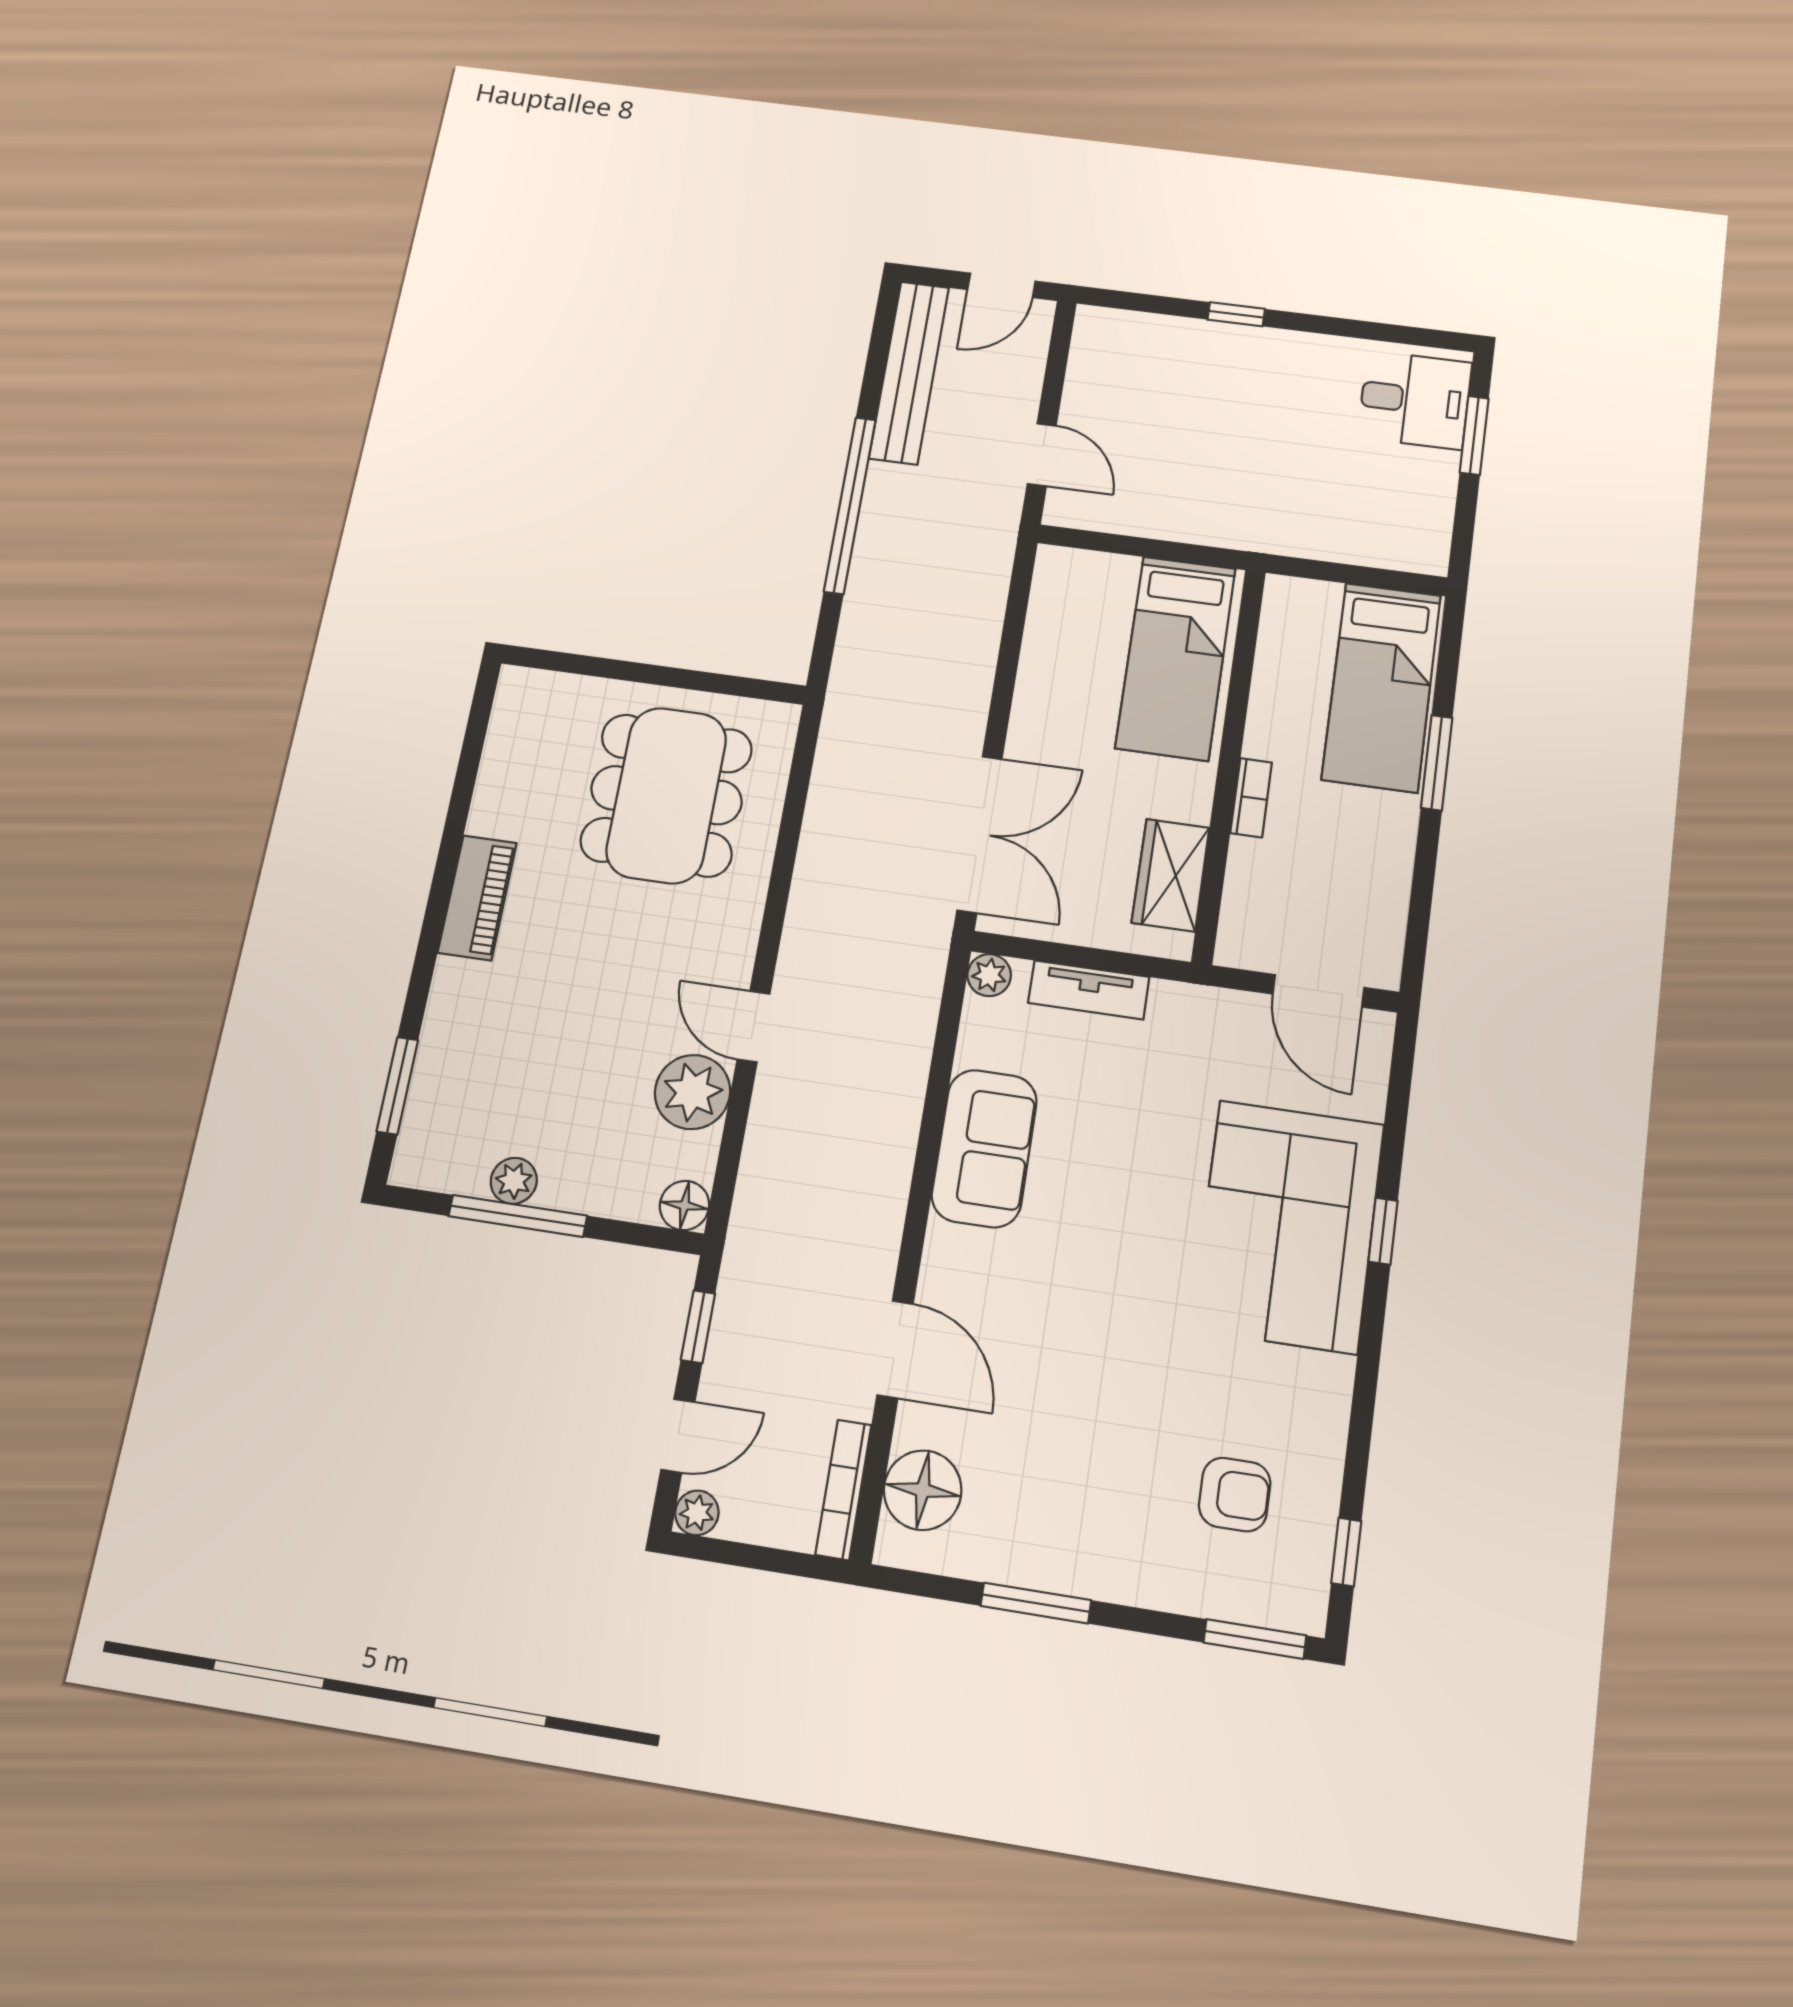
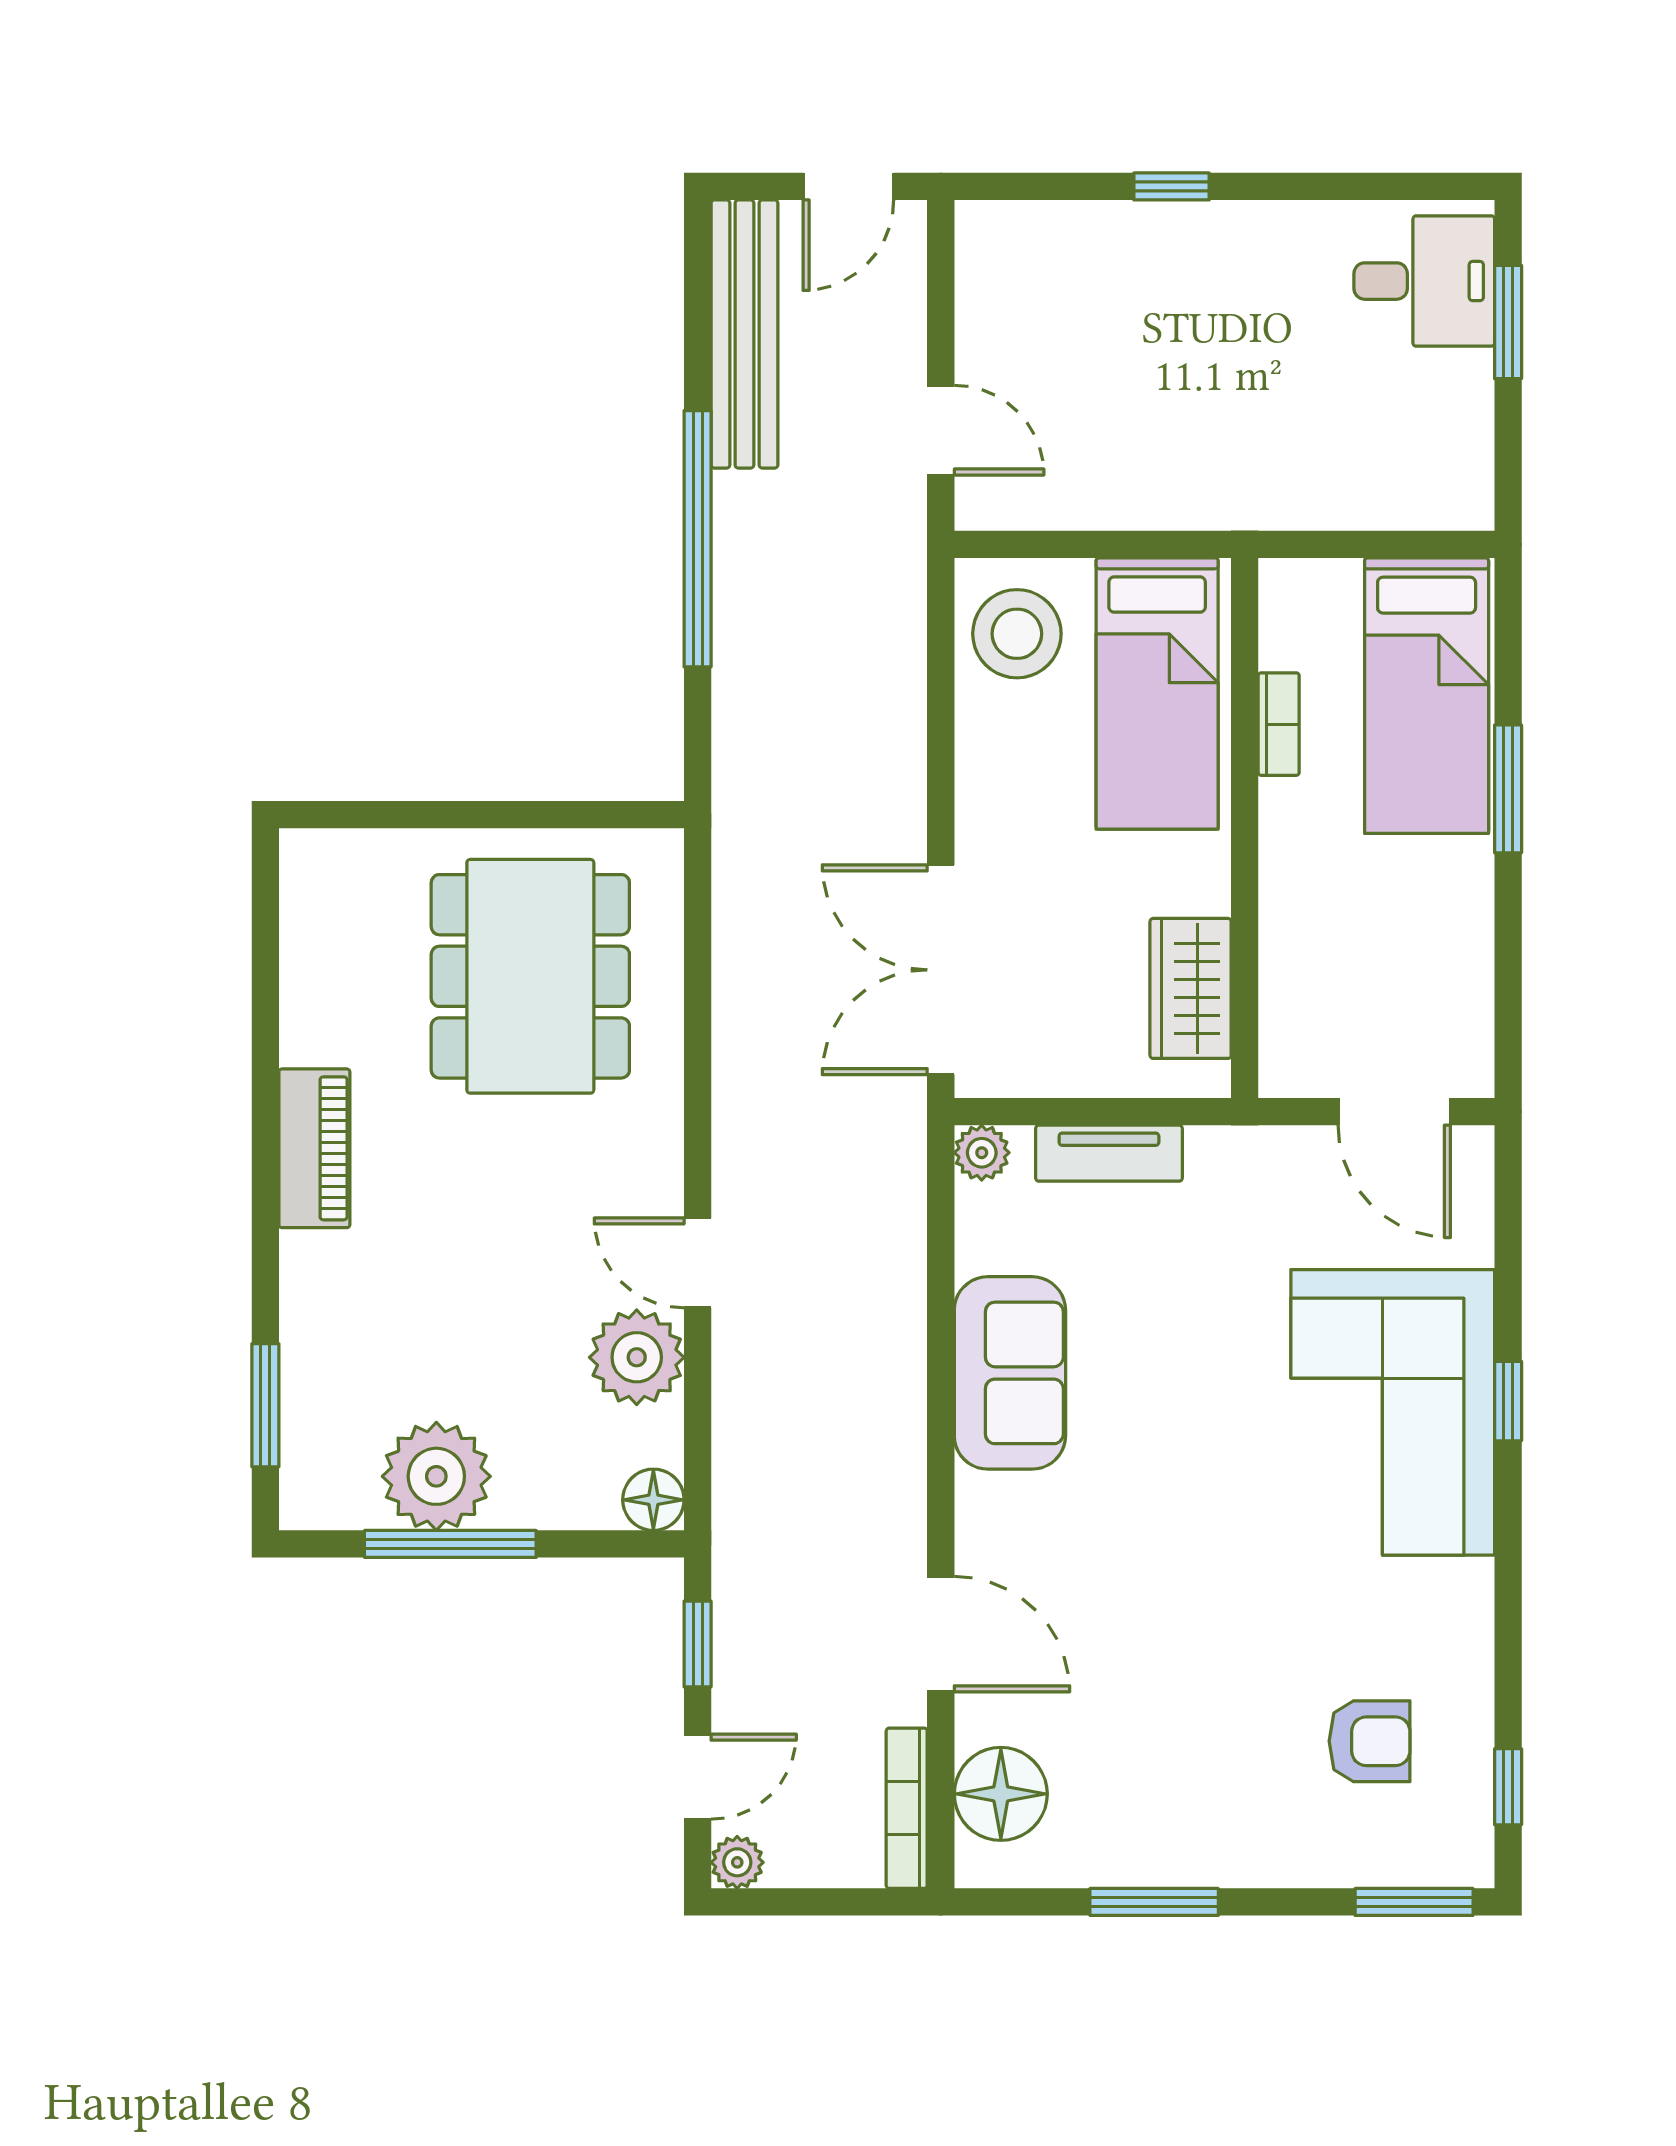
stool: (1076, 602) -> (1017, 634), added
bookcase: (1251, 798) -> (1279, 724), moved
double door: (980, 834) -> (941, 970), swing flipped
plant: (514, 1181) -> (436, 1476), width x1.88, depth x1.88

